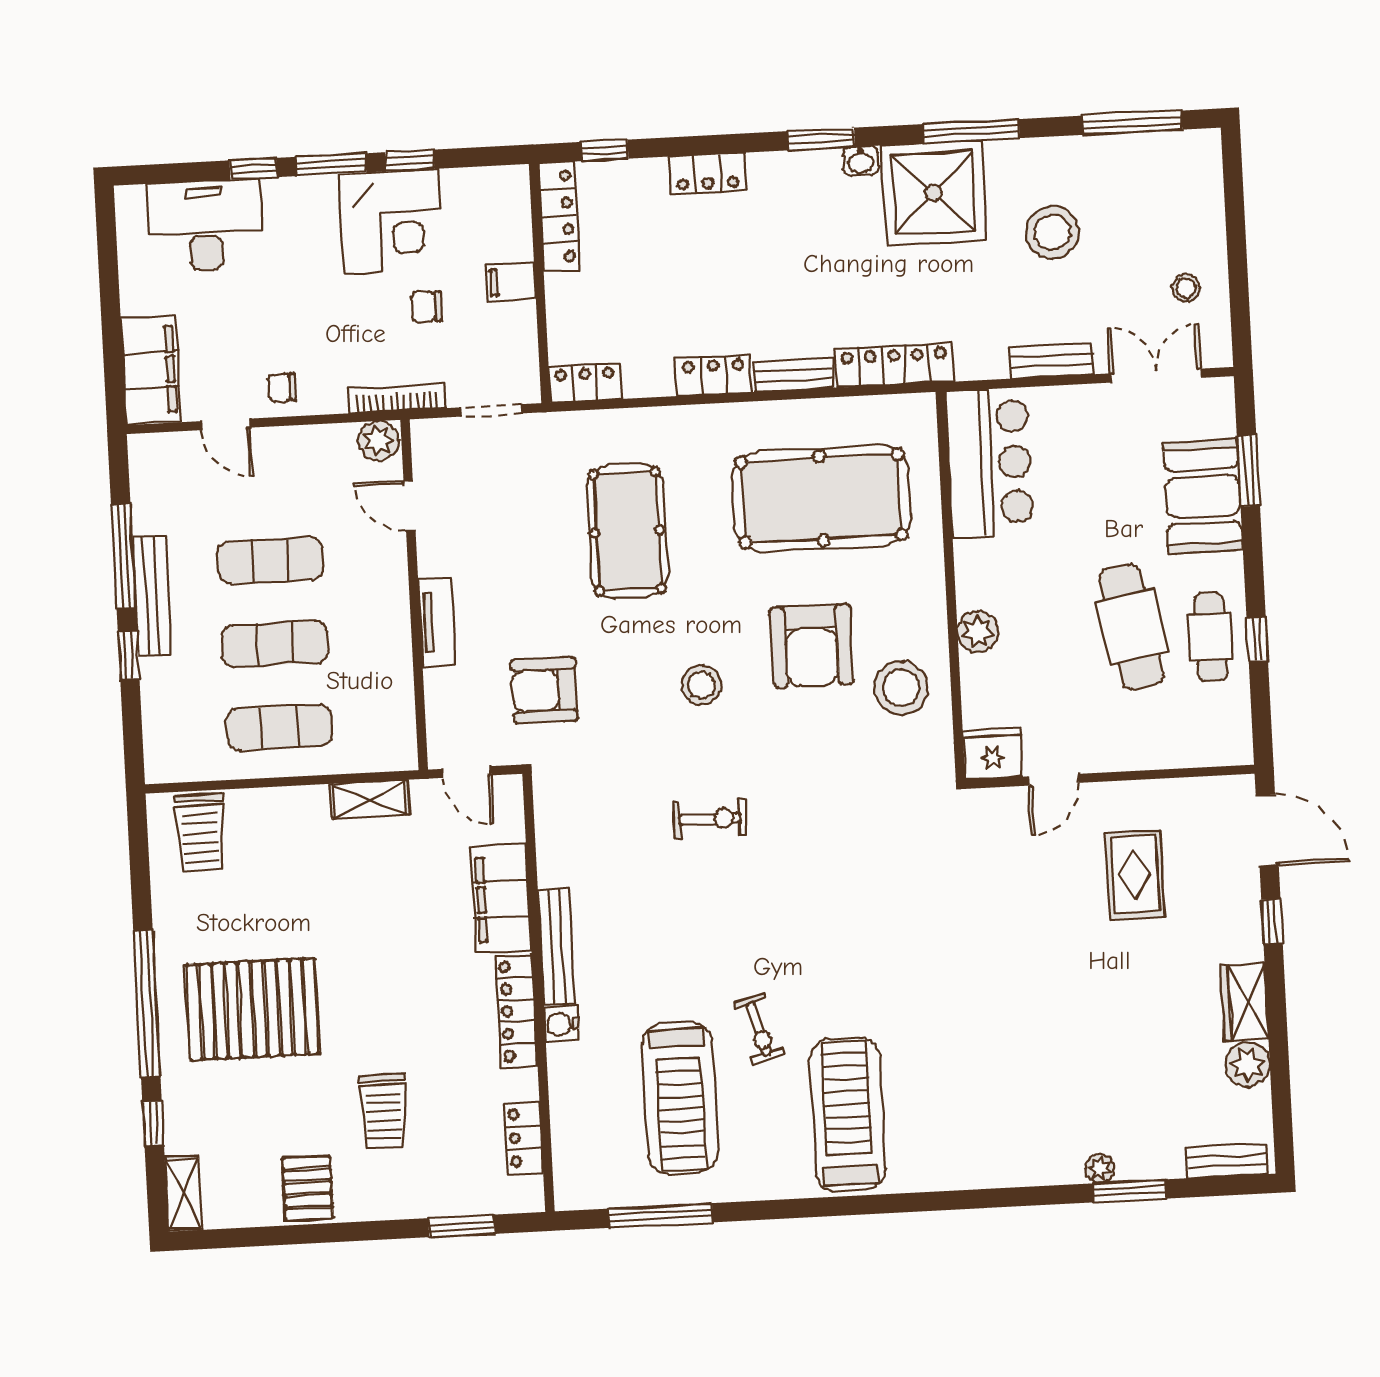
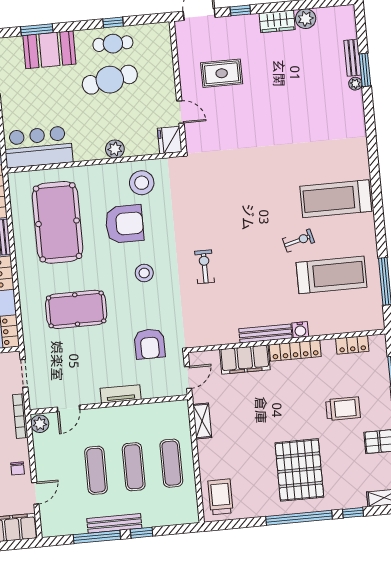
trolley: (200, 833) -> (220, 497), turned -90
bench: (1226, 1161) -> (352, 58), moved

